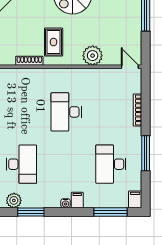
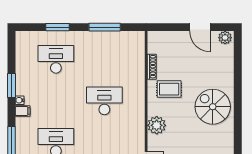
desk: (21, 164) -> (56, 59), turned 180
plant: (14, 200) -> (22, 52), removed
window: (31, 212) -> (12, 86), moved

